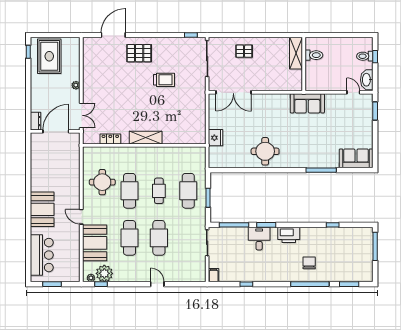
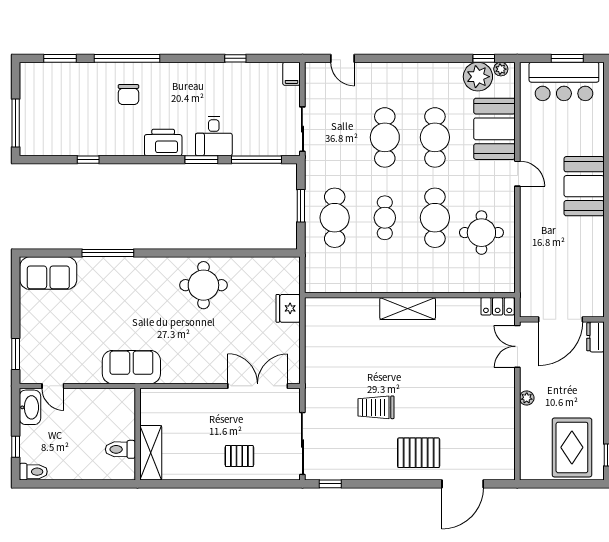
toilet: (365, 56) -> (33, 472), moved
locker: (110, 139) -> (498, 306), moved
bar counter: (42, 255) -> (564, 81), moved, turned -90
door: (157, 284) -> (342, 58), moved

